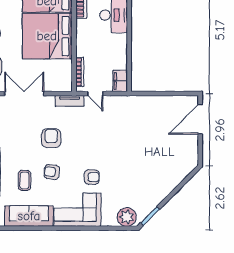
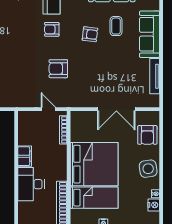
filing cabinet: (120, 81) -> (25, 156), moved
tv unit: (70, 101) -> (73, 102), removed
armchair: (51, 138) -> (58, 69), moved, turned 90

